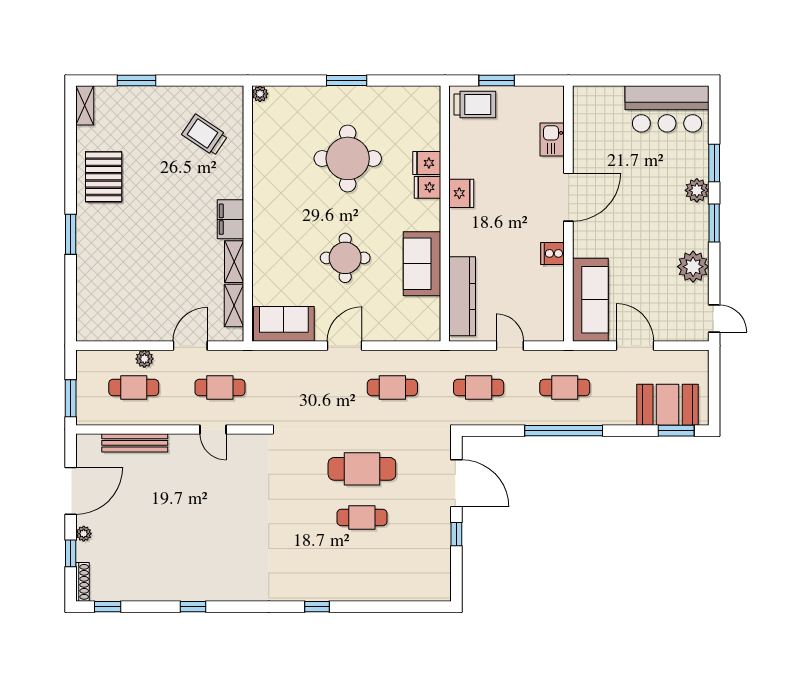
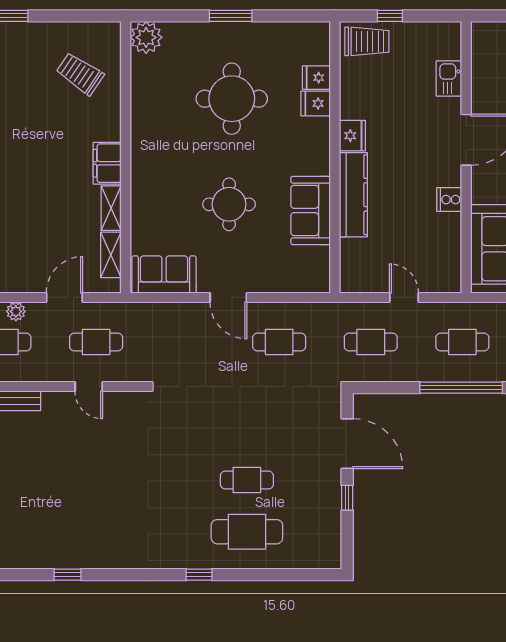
window: (497, 80) -> (390, 16), width x0.67
plant: (260, 94) -> (146, 37), width x1.87, depth x1.87
fridge: (427, 187) -> (316, 78), moved
kitchen counter: (462, 296) -> (353, 195), moved
door: (345, 346) -> (228, 297), swing flipped
cafe table: (362, 469) -> (247, 532), moved

